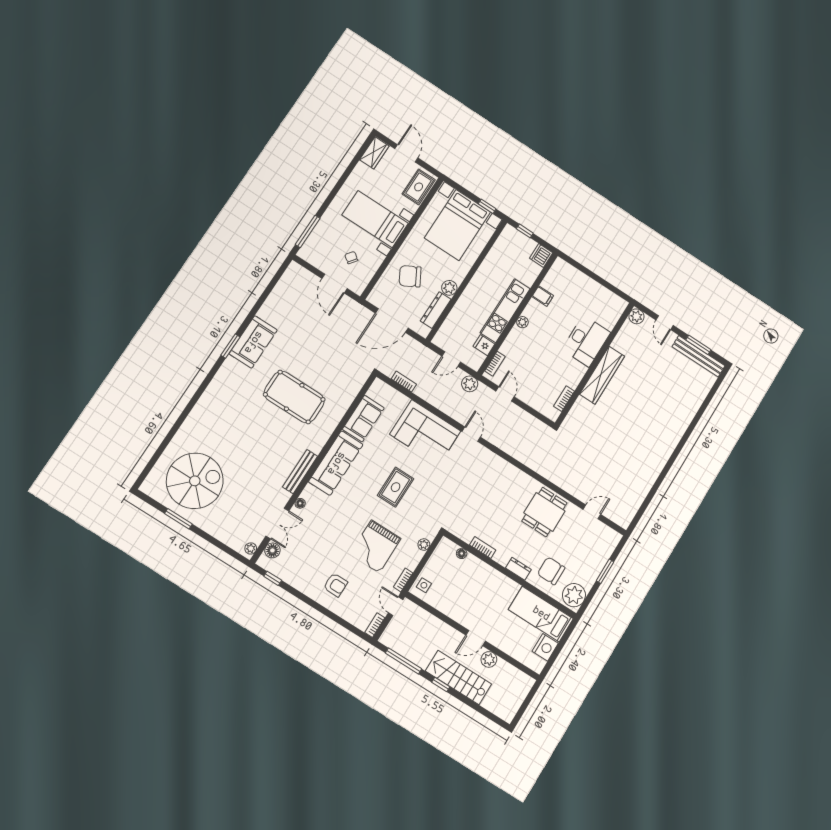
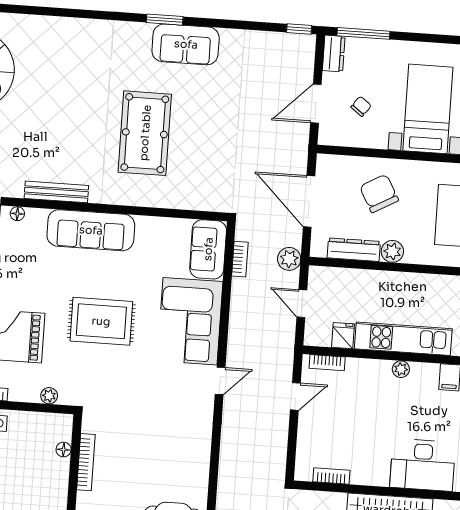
dresser: (310, 256) -> (334, 54), added
window: (283, 268) -> (299, 29), added
plant: (470, 384) -> (289, 259), moved
sofa: (363, 419) -> (208, 249), moved, turned 90
rug: (396, 487) -> (101, 321), width x1.36, depth x1.43
bookcase: (483, 548) -> (86, 462), width x1.56

